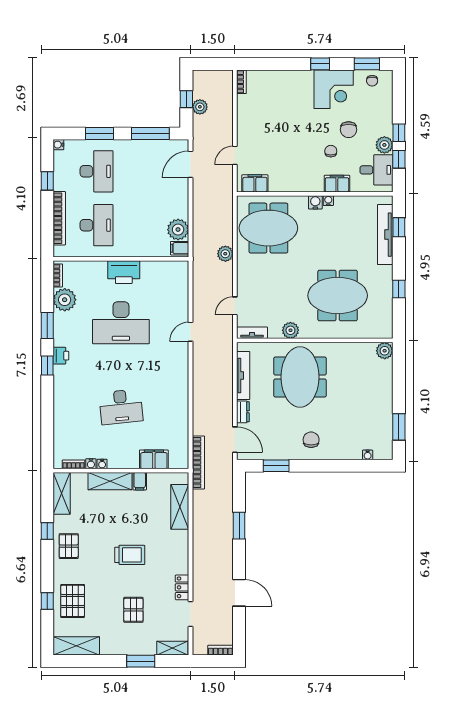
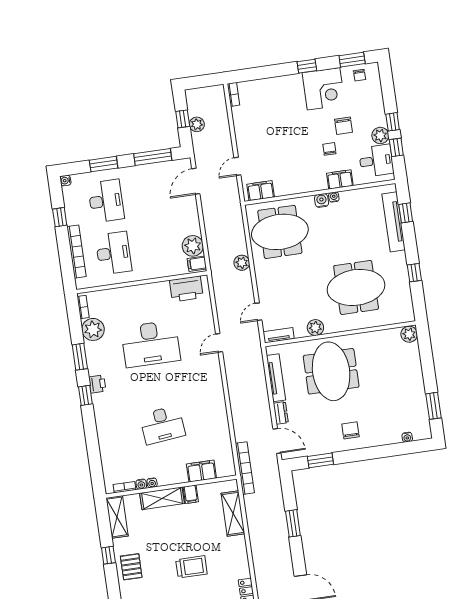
printer: (124, 272) -> (186, 289), moved

